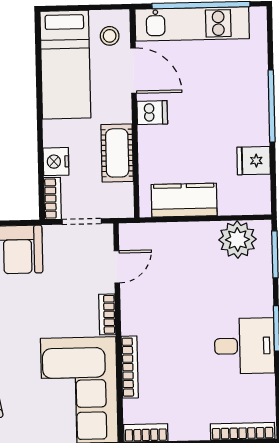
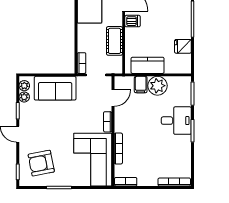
nightstand: (56, 162) -> (84, 45), removed
filing cabinet: (171, 239) -> (141, 85), added
plant: (237, 240) -> (157, 86), moved
desk: (245, 346) -> (176, 121), moved

